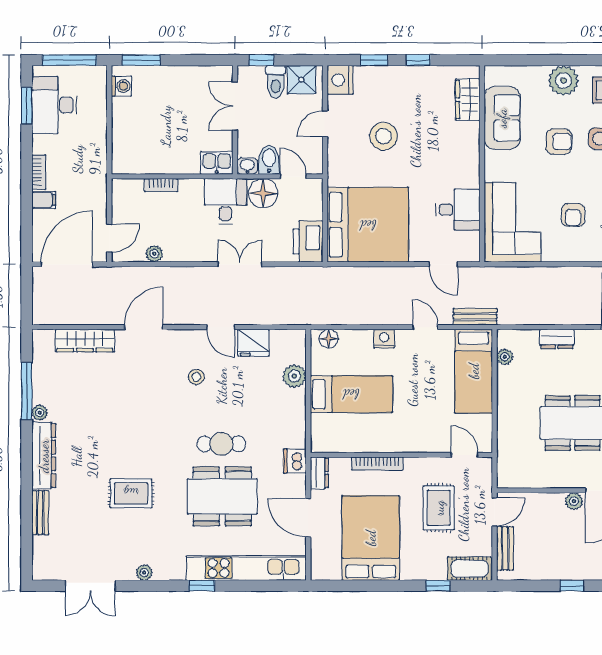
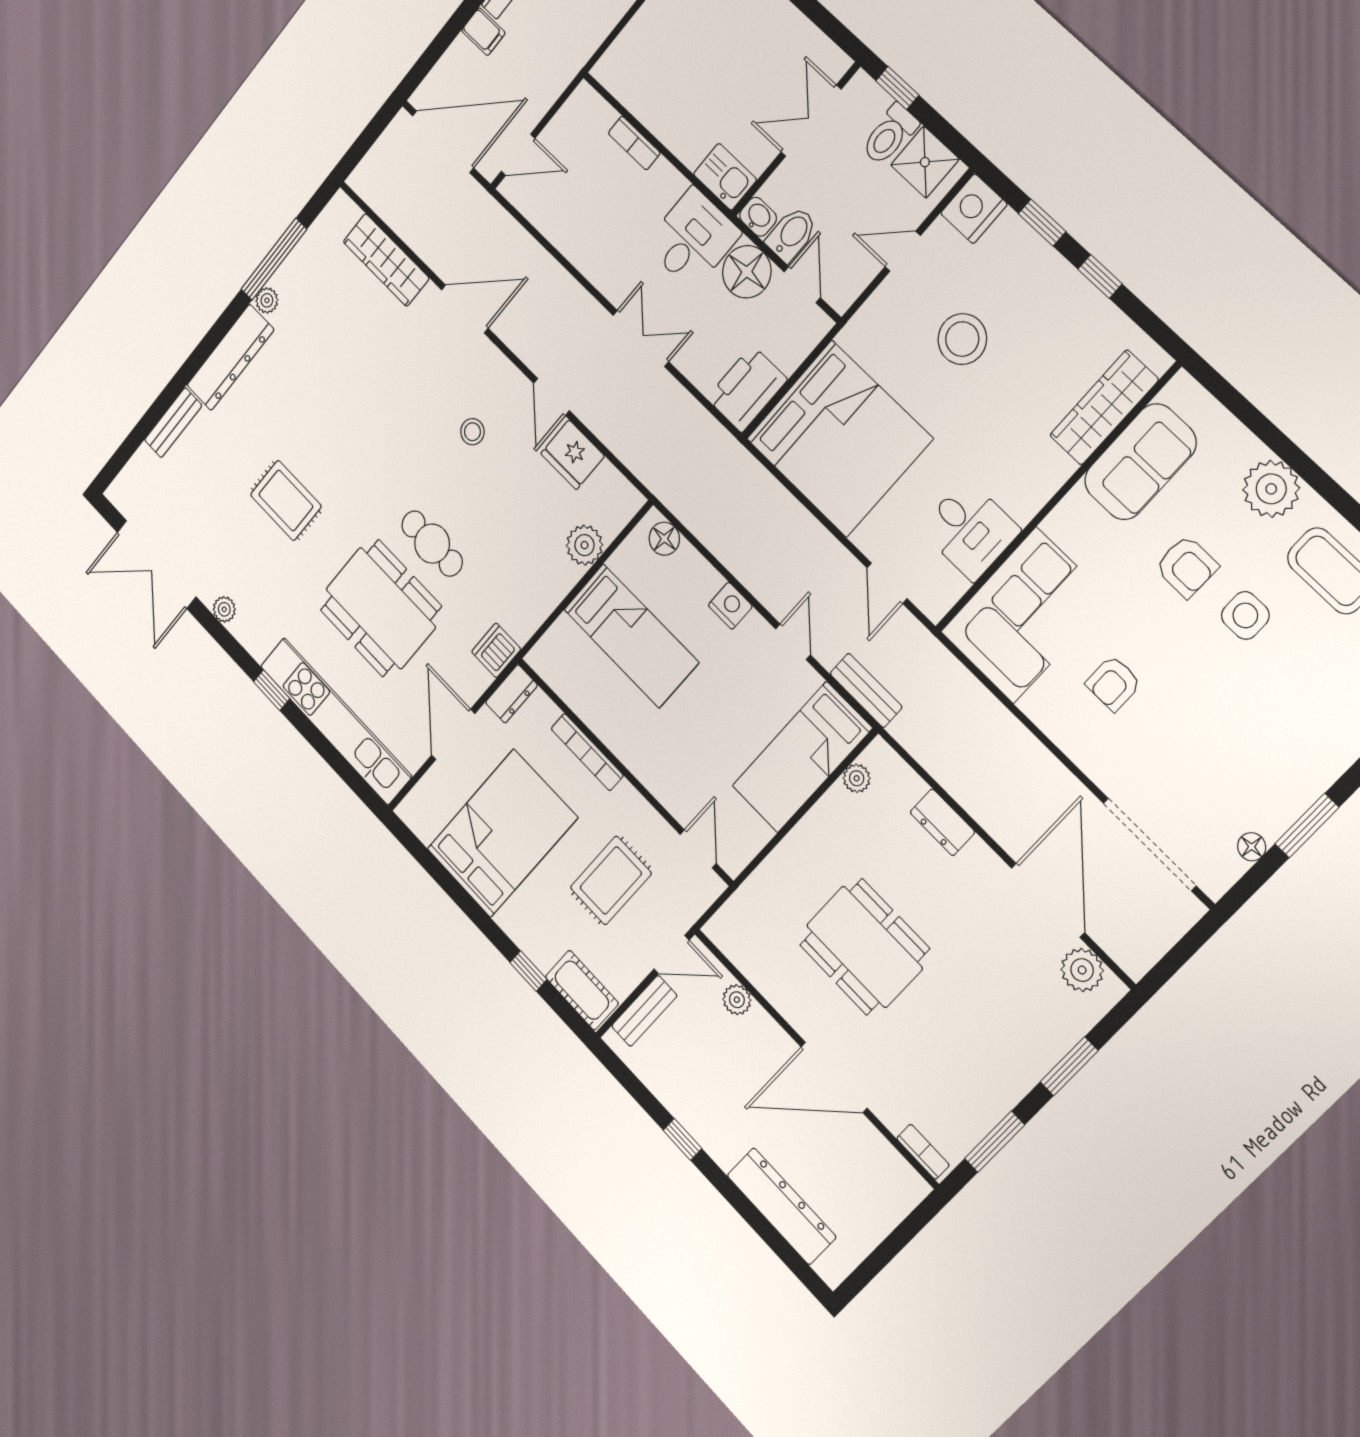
wardrobe: (468, 100) -> (1104, 407), width x1.50
plant: (154, 254) -> (553, 226), removed
plant: (574, 501) -> (737, 1000), moved
double door: (90, 586) -> (157, 564), width x1.37

